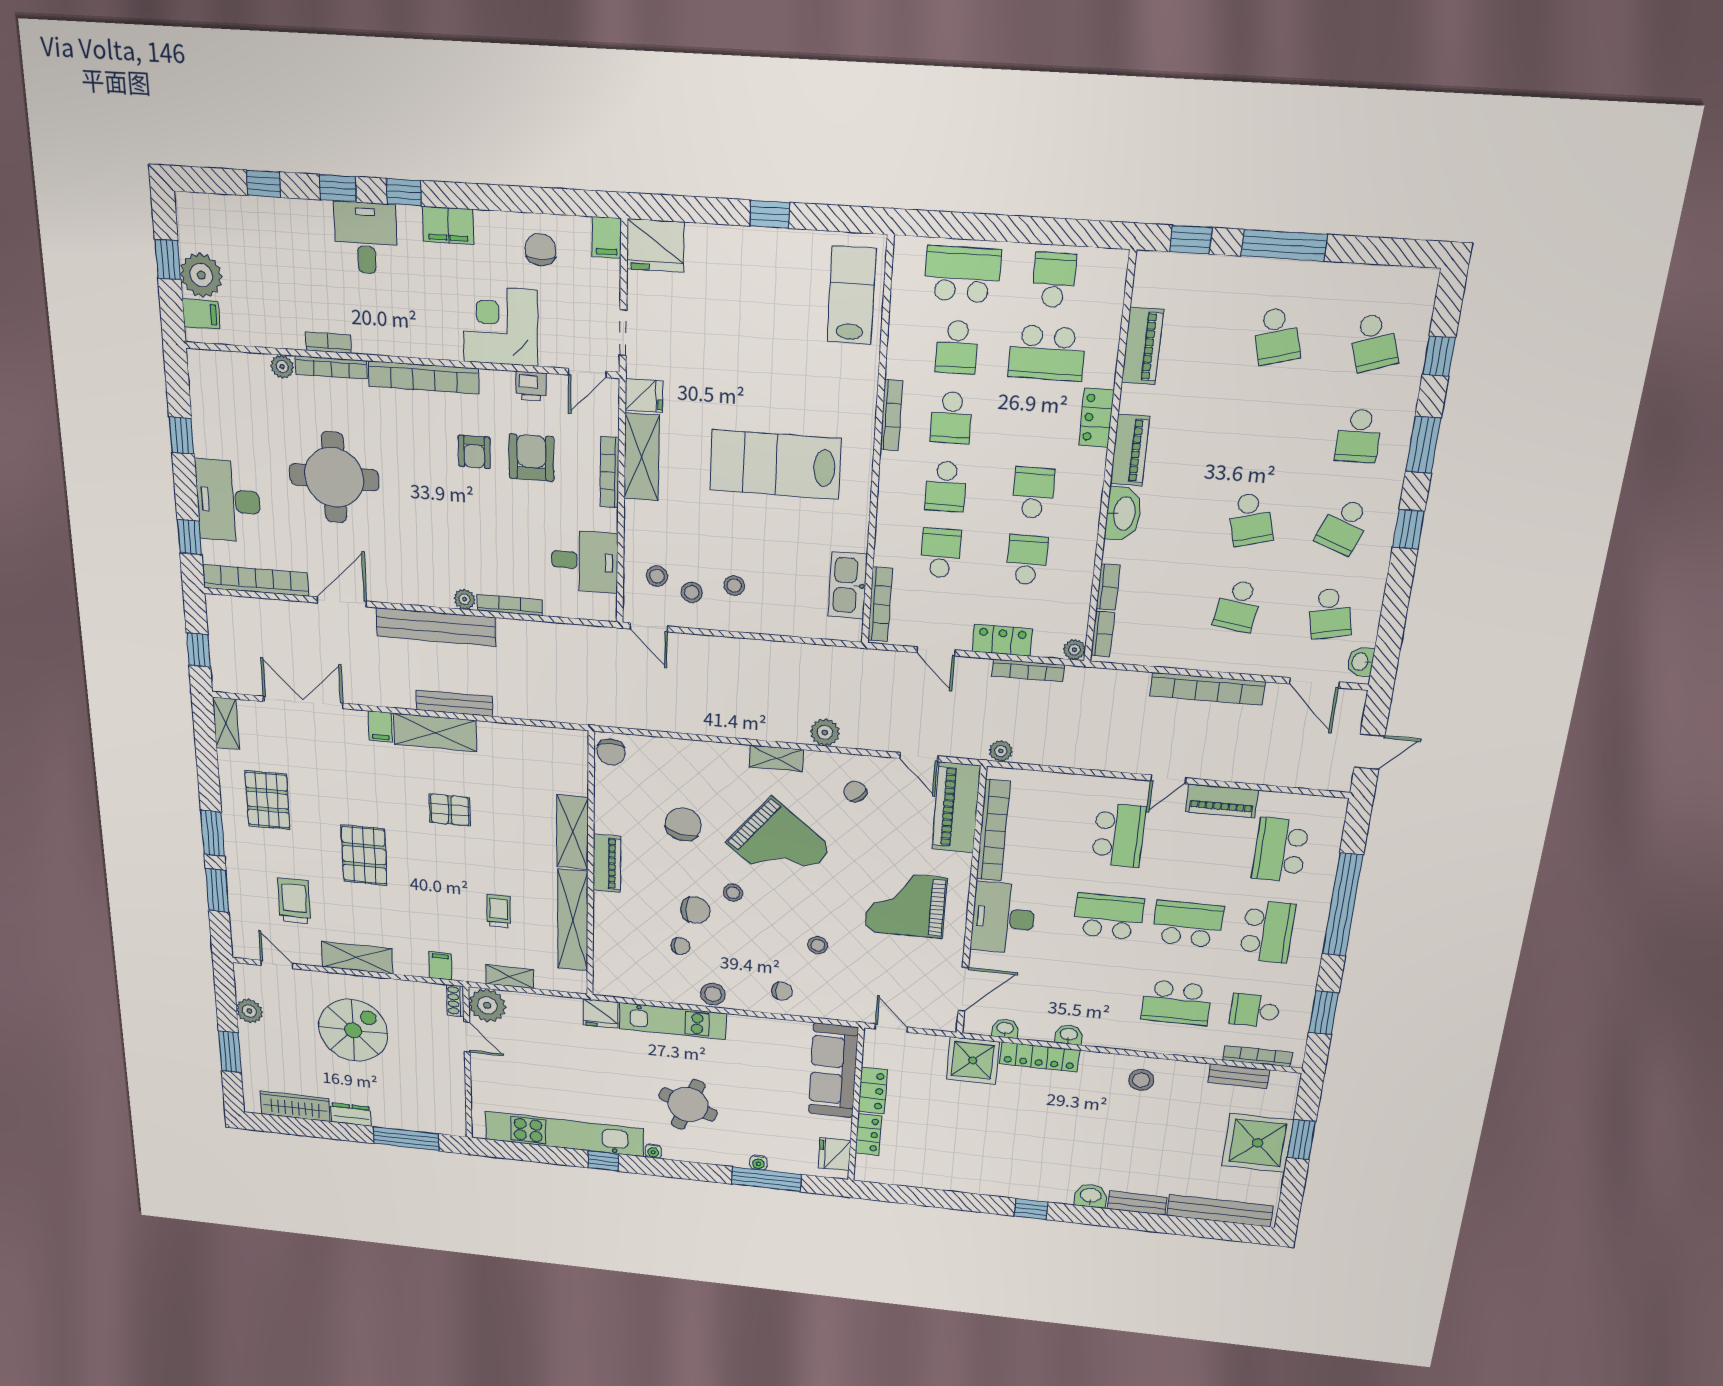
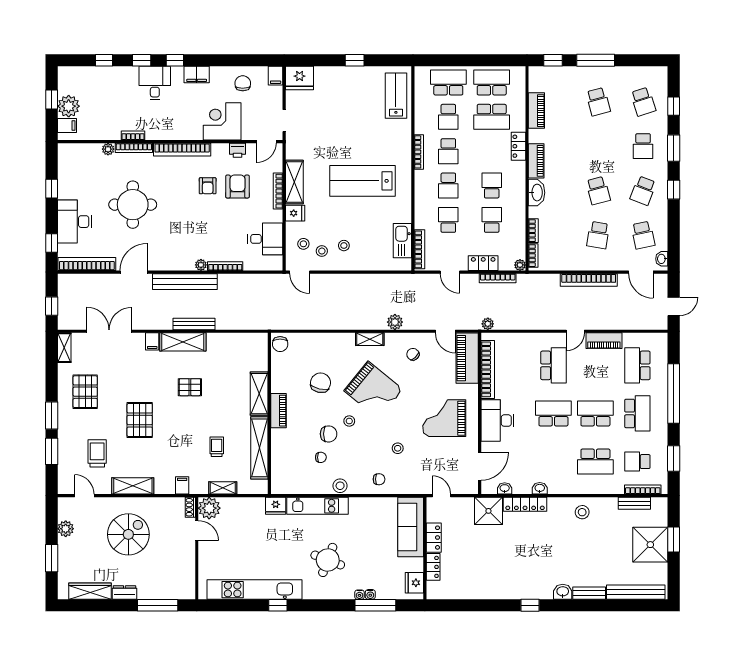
school desk: (1054, 280) -> (492, 82), width x1.85
fridge: (644, 395) -> (295, 213), moved
water cooler: (653, 1151) -> (359, 595), moved

